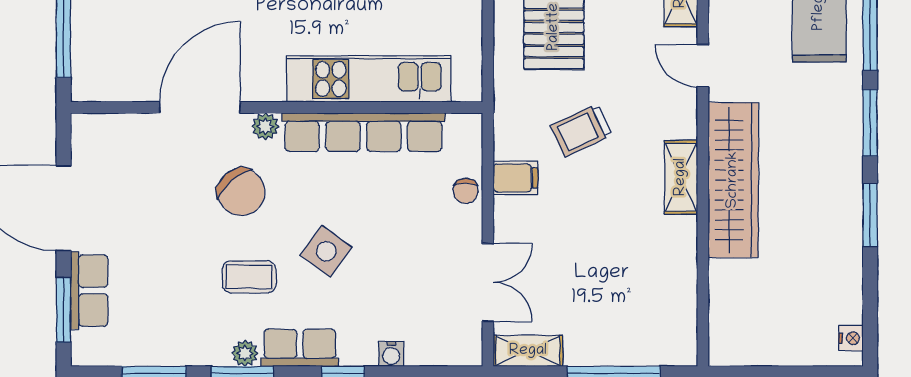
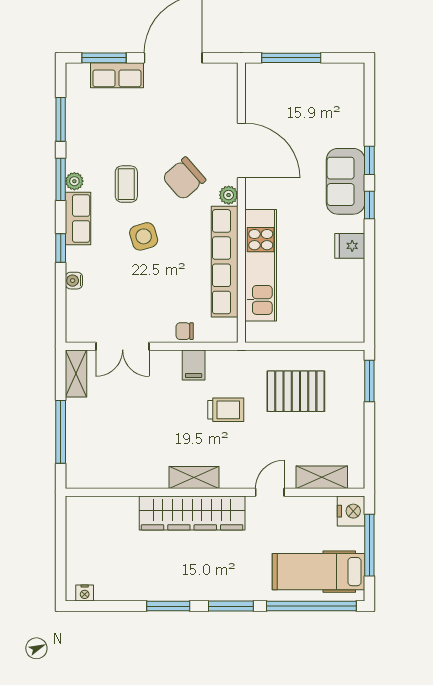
trolley: (581, 130) -> (226, 410), turned 115
side table: (326, 251) -> (144, 236), turned 37

